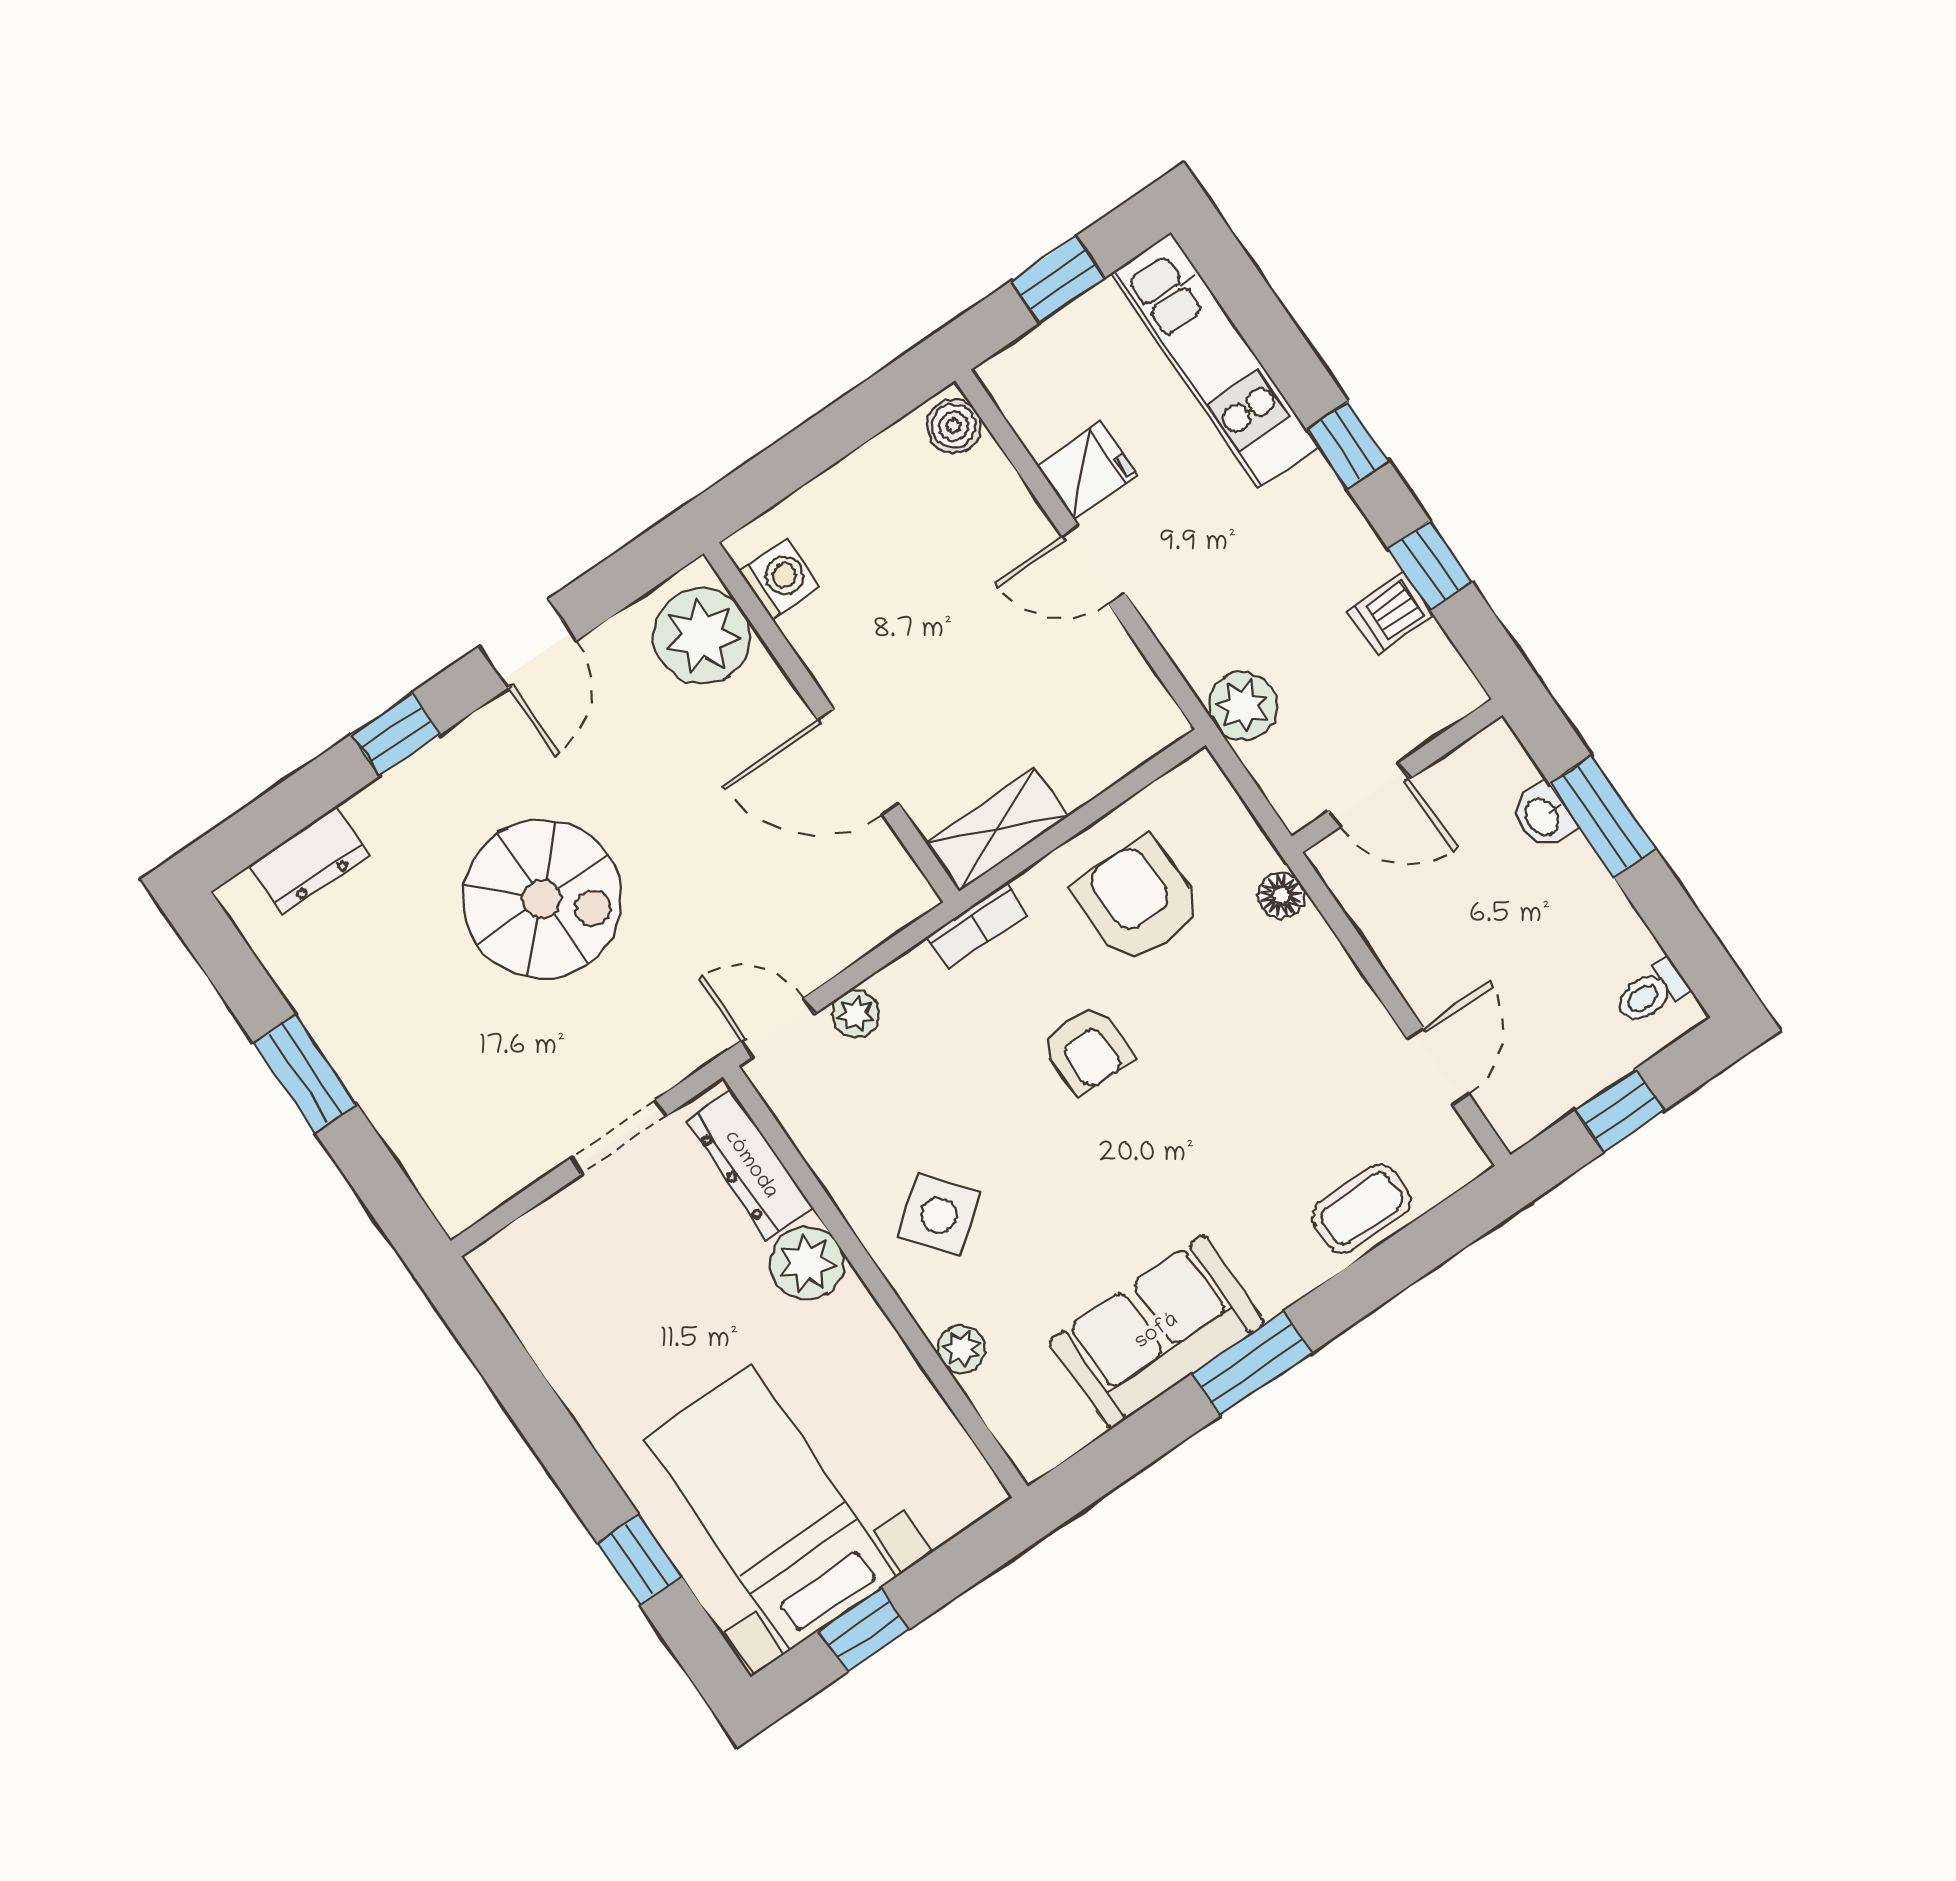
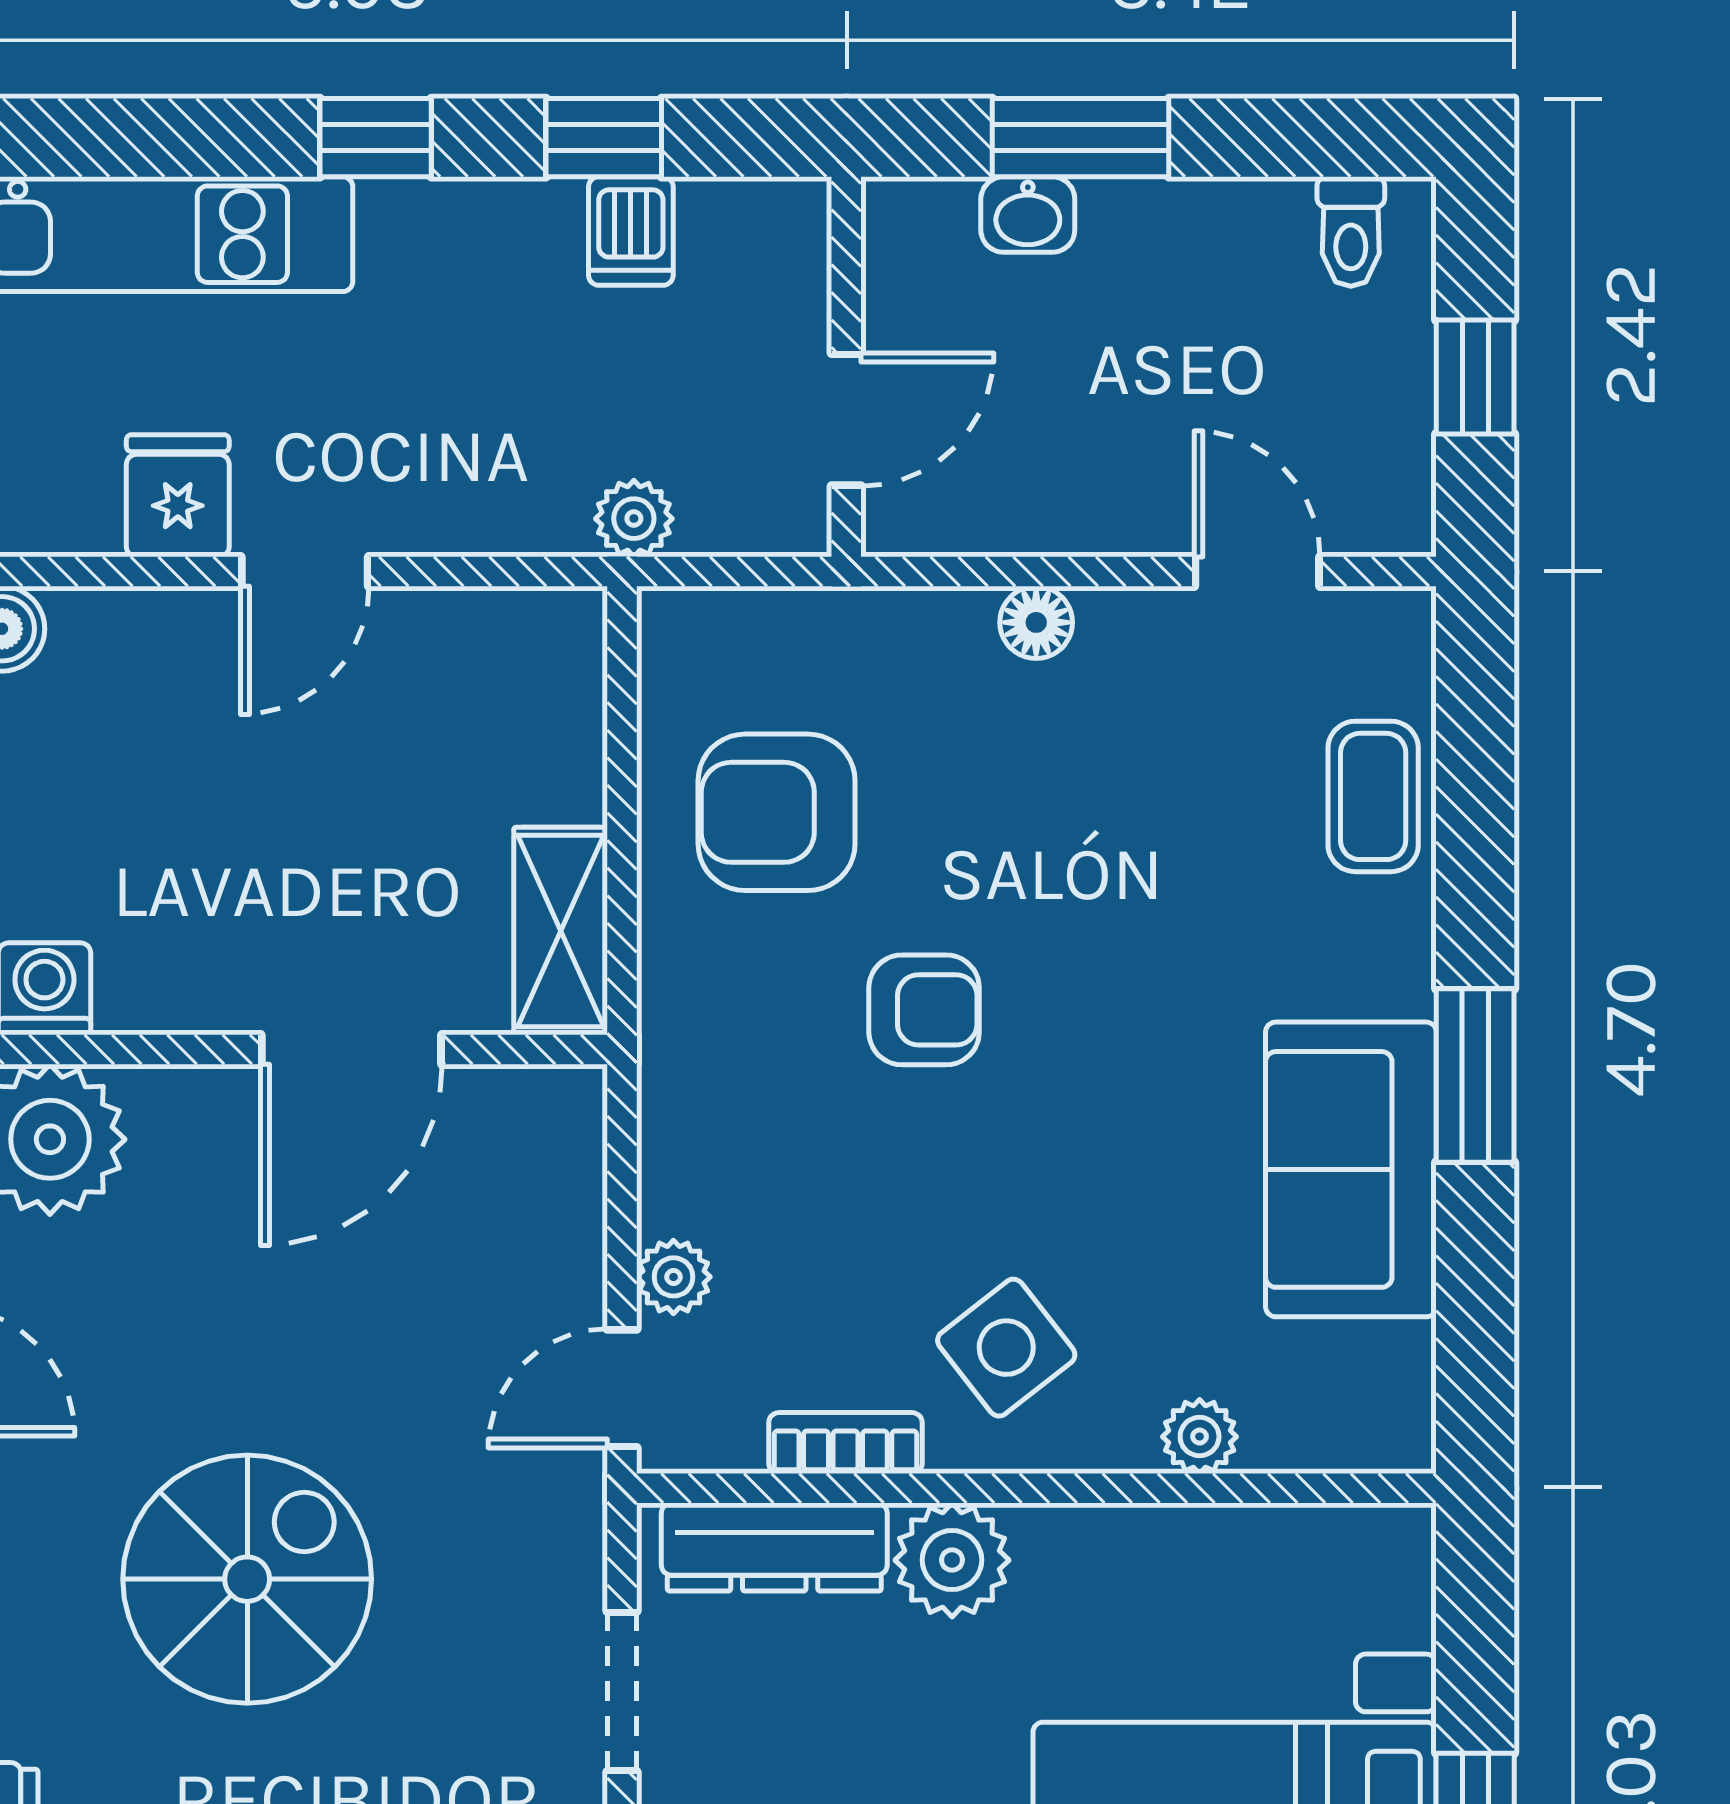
plant: (1243, 706) -> (634, 519), width x0.73, depth x0.73
floor lamp: (1281, 896) -> (1036, 622), moved
bookcase: (977, 925) -> (845, 1443), moved, turned -90

